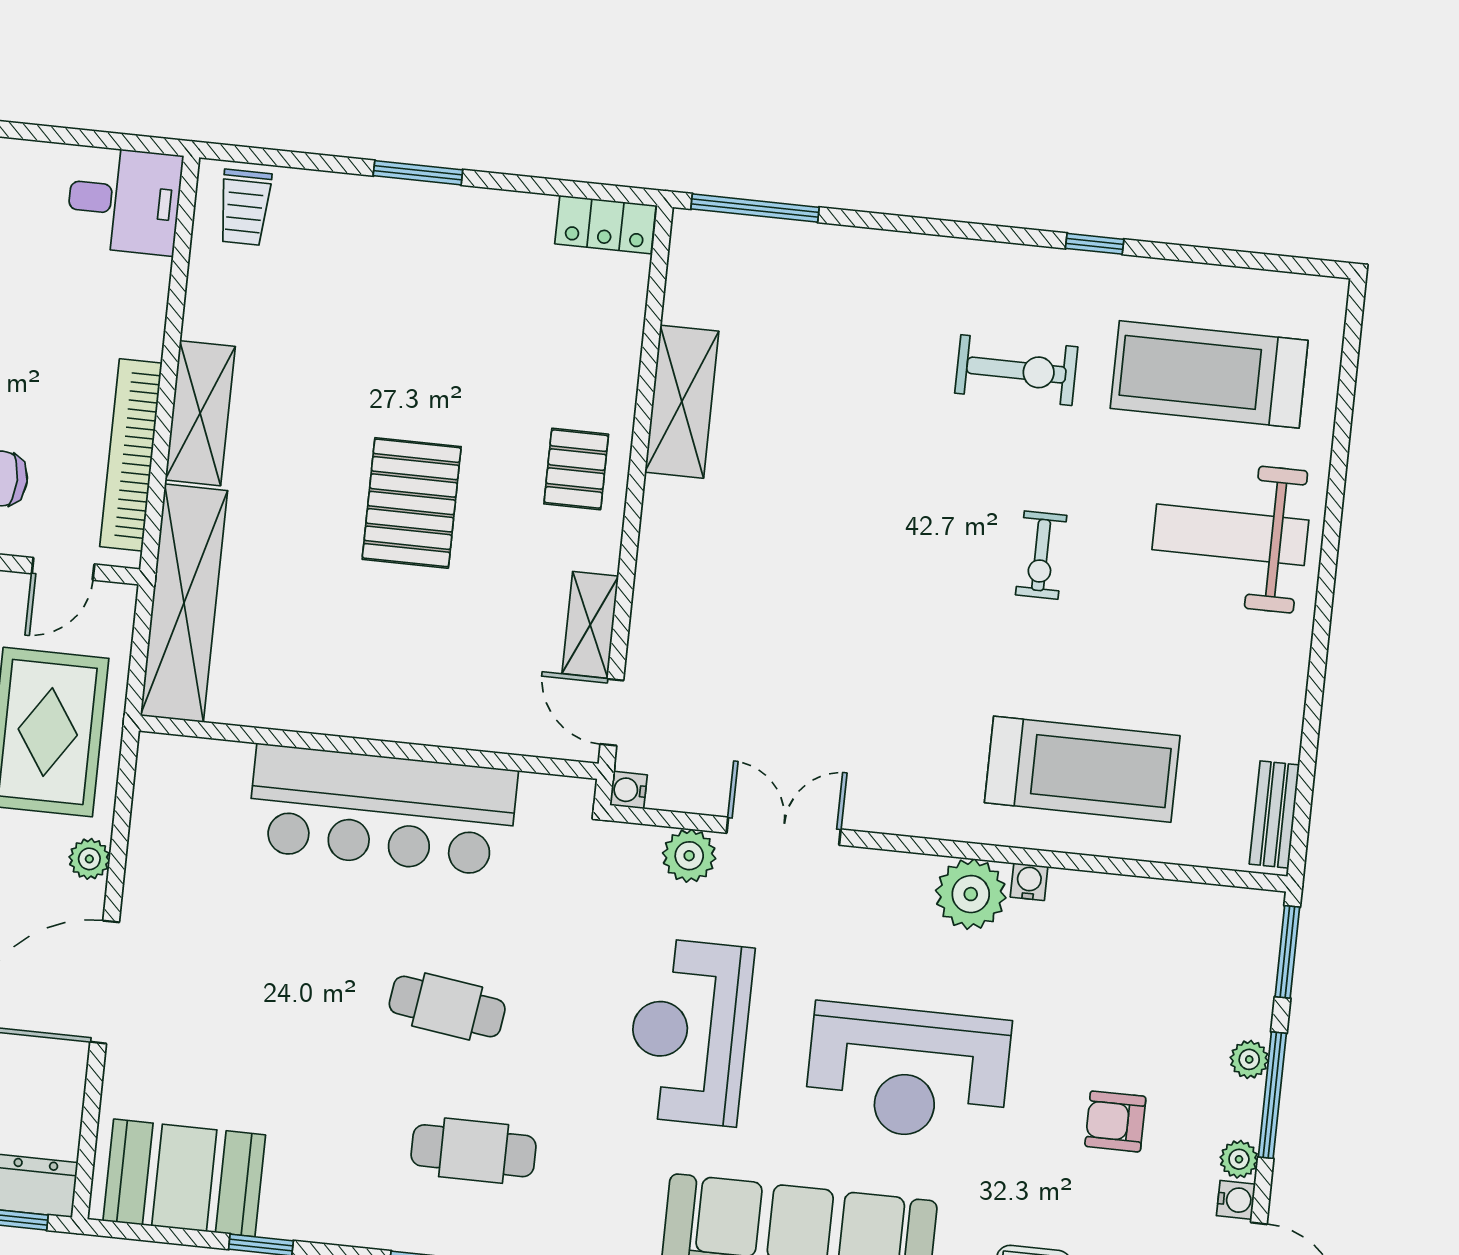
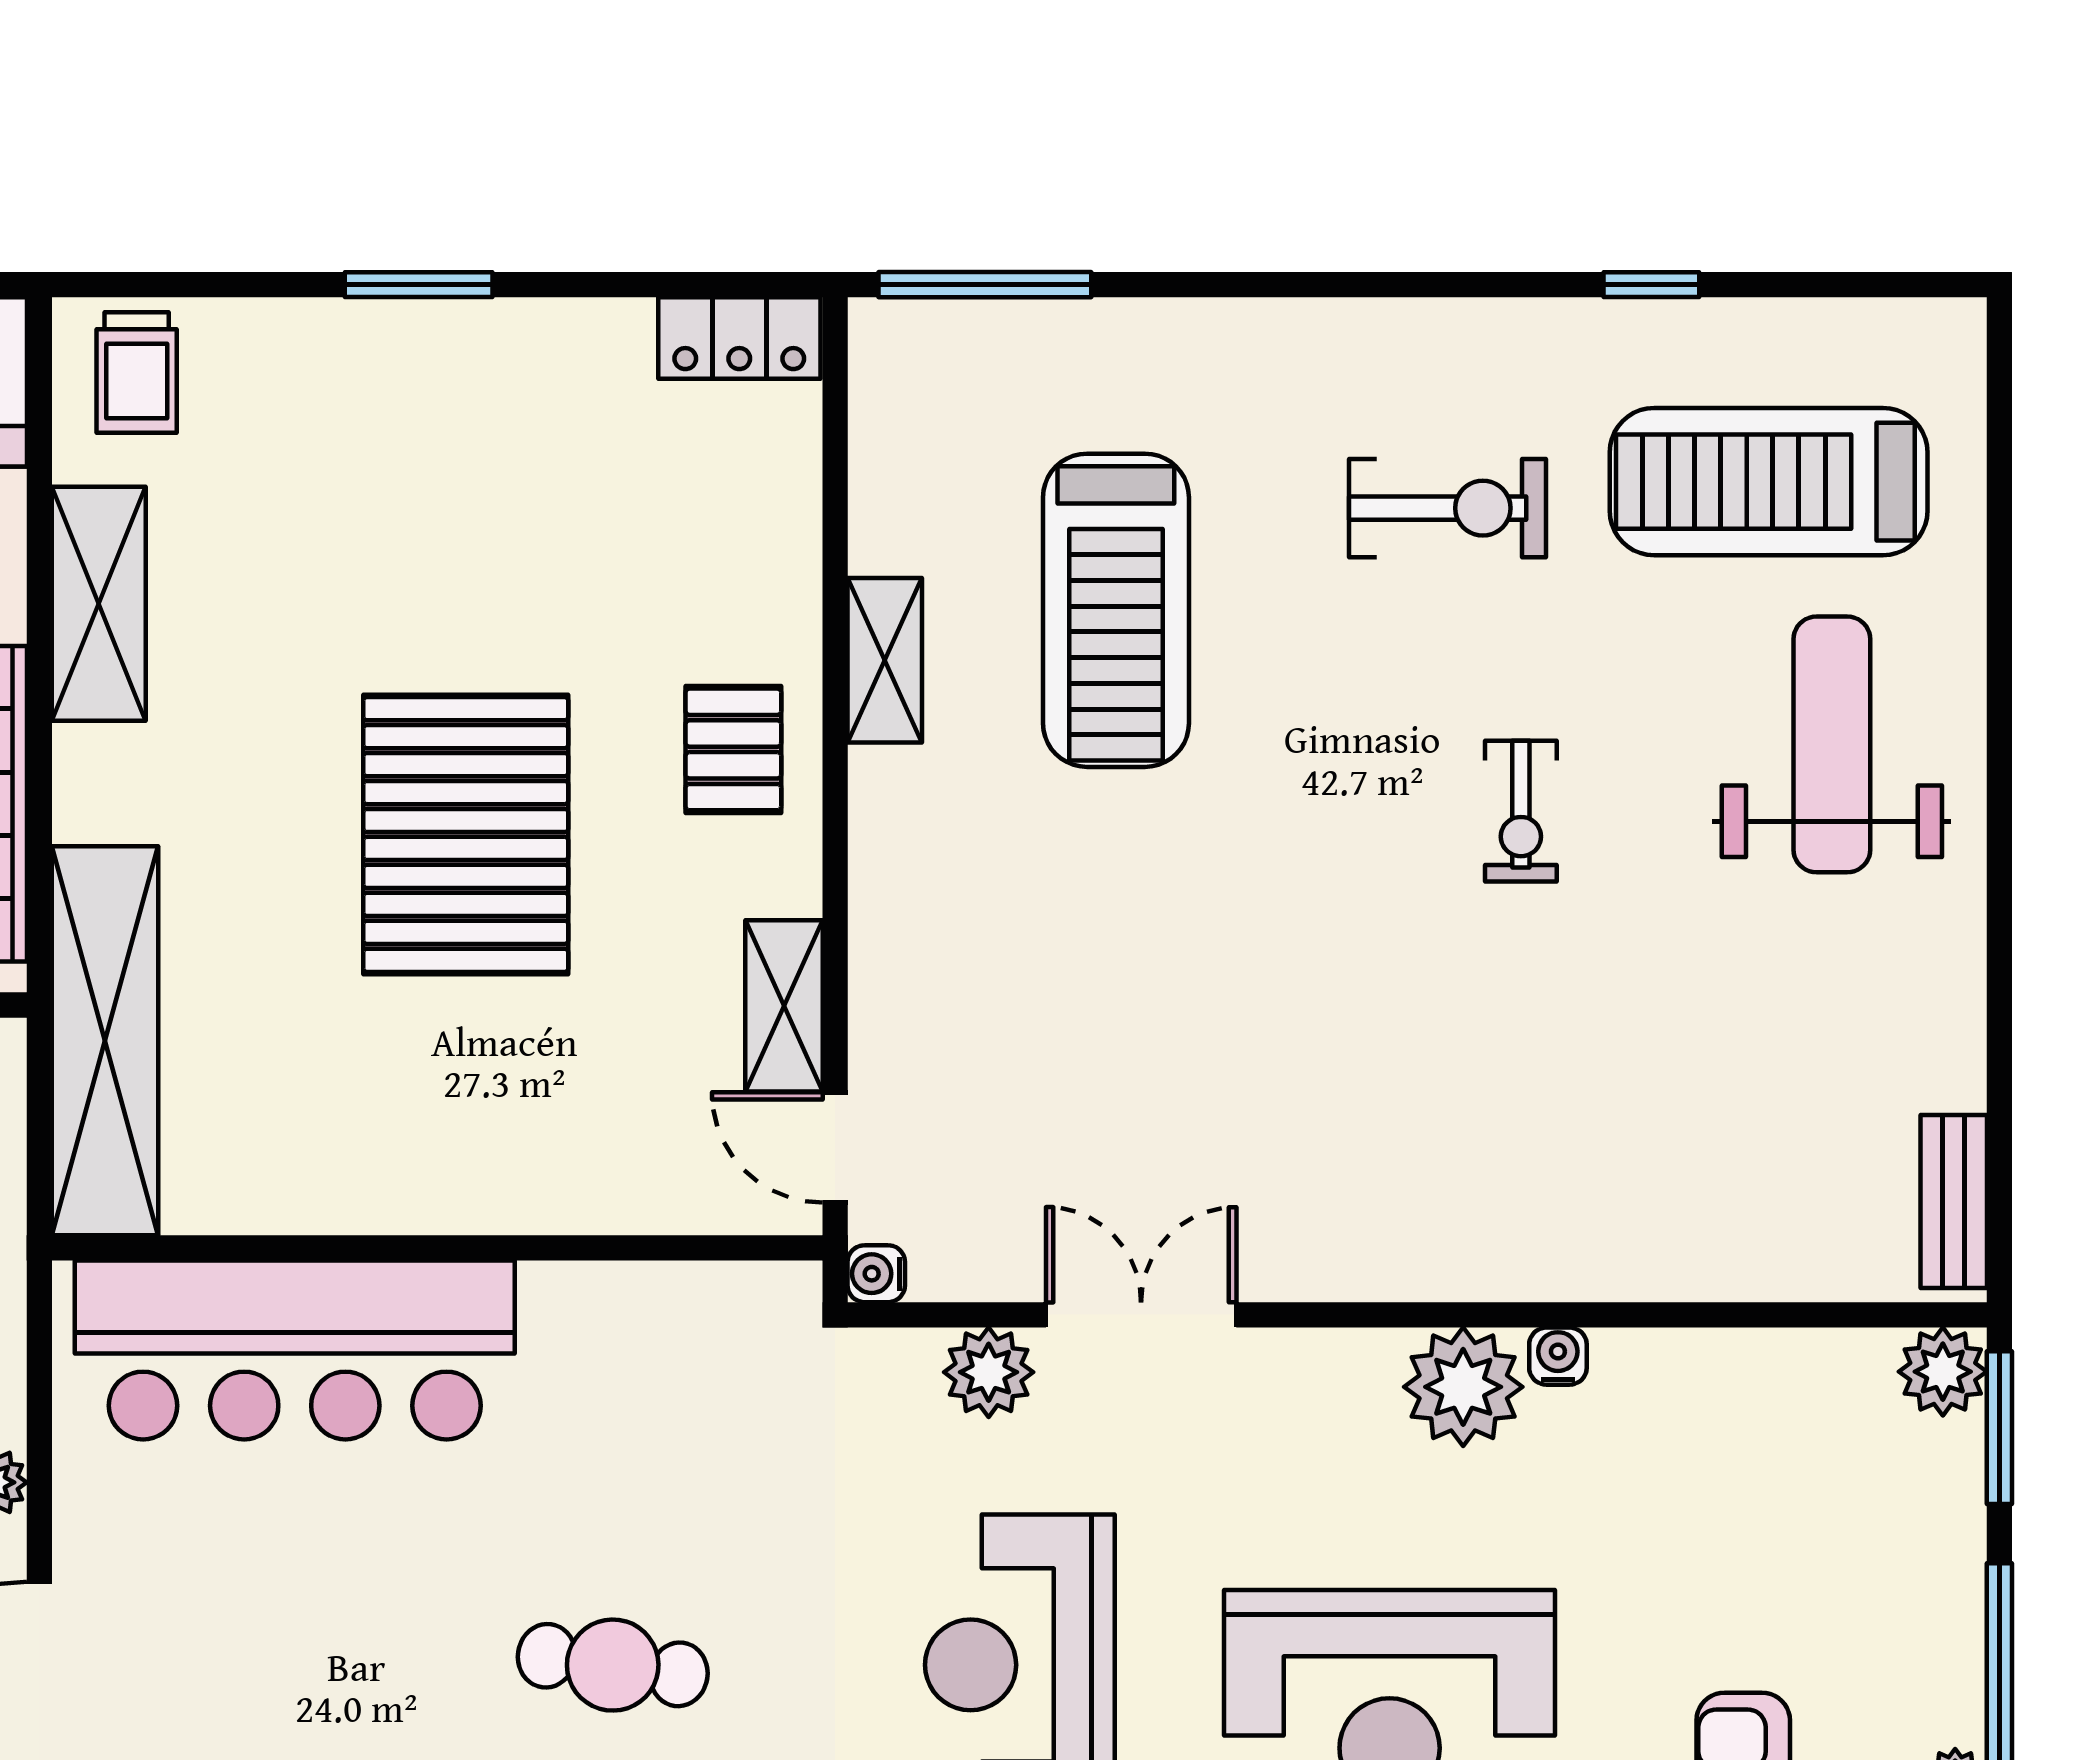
window: (1095, 244) -> (1651, 285), moved
shelving: (682, 402) -> (885, 660), width x0.67, depth x0.75
shelving: (200, 413) -> (99, 604), moved
pallet: (412, 503) -> (466, 834), width x1.37, depth x1.41
weight bench: (1230, 535) -> (1832, 744), turned 90
treadmill: (1082, 769) -> (1116, 610), moved, turned 90
bar counter: (382, 810) -> (295, 1350), moved
plant: (1249, 1059) -> (1943, 1372), moved, width x1.38, depth x1.38

